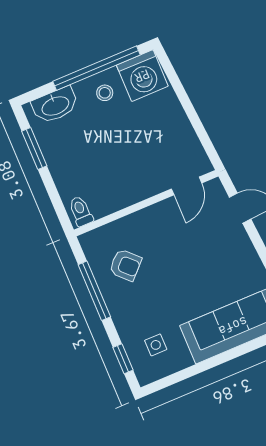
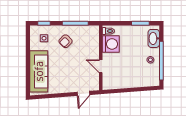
washing machine: (142, 76) -> (111, 44), moved, turned 180
door: (187, 186) -> (101, 66), moved
armchair: (125, 265) -> (66, 41), moved

